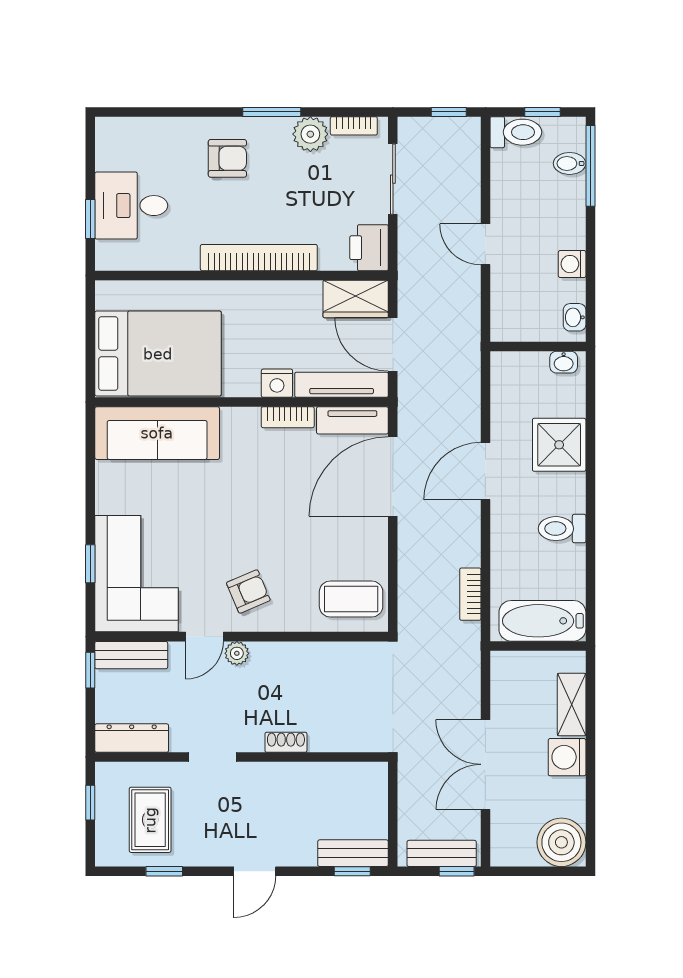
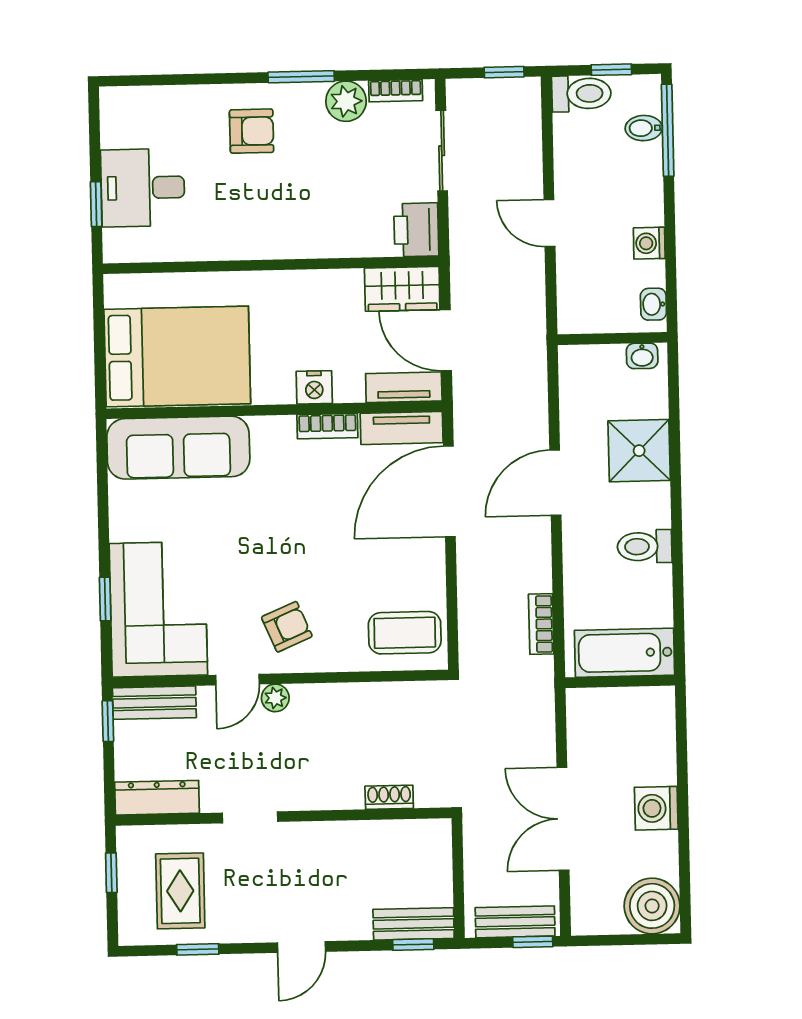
bookcase: (259, 258) -> (290, 244), removed
tv unit: (342, 385) -> (404, 387), width x0.71
shelving: (572, 705) -> (660, 748), removed
shoe rack: (286, 742) -> (389, 797), moved

